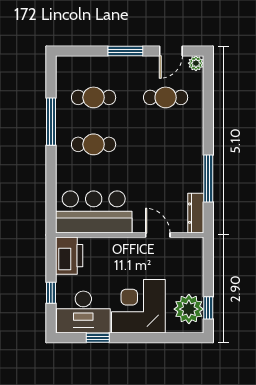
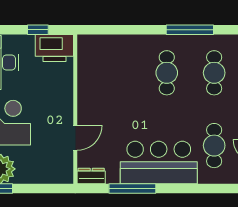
bar counter: (94, 212) -> (159, 162), moved, turned -90
dresser: (196, 213) -> (91, 176), width x0.70
window: (51, 293) -> (38, 30), moved

